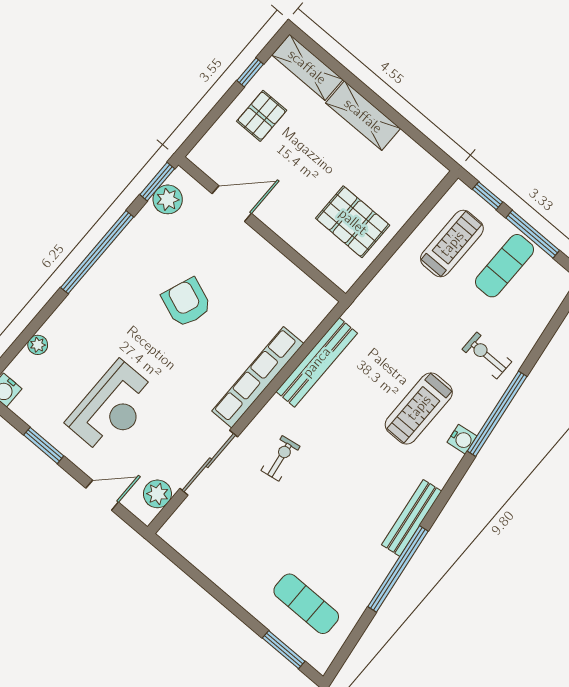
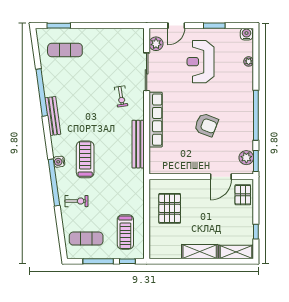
pallet: (262, 116) -> (243, 195), moved
pallet: (353, 222) -> (170, 208), turned 90
exercise mat: (505, 266) -> (86, 239), moved, turned 90

